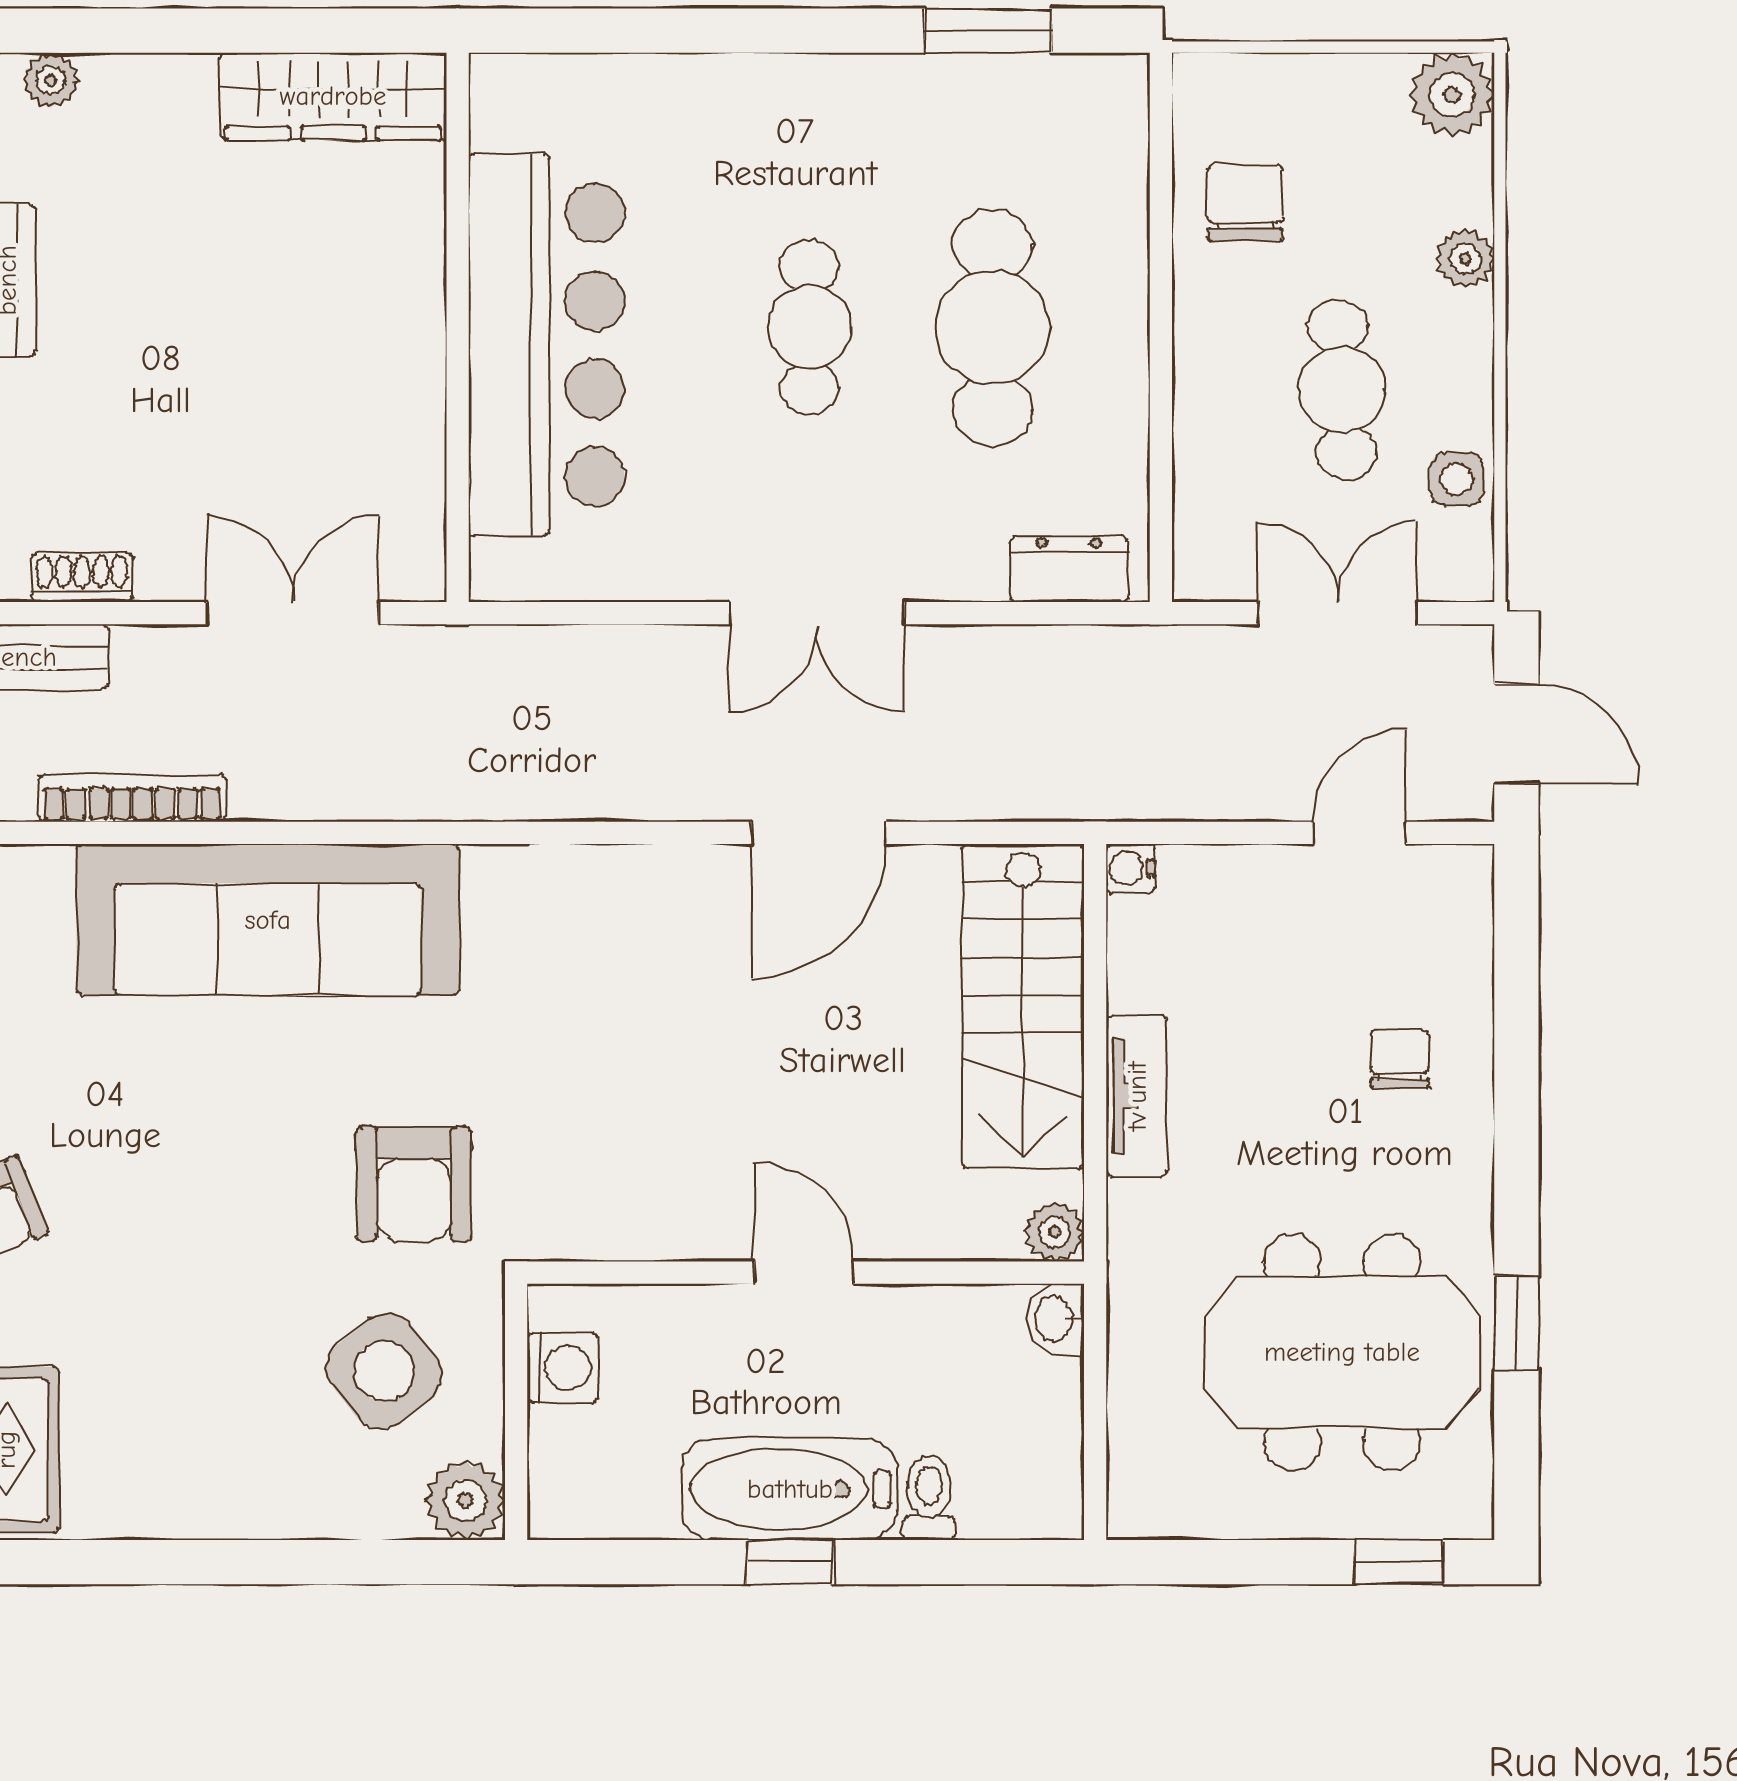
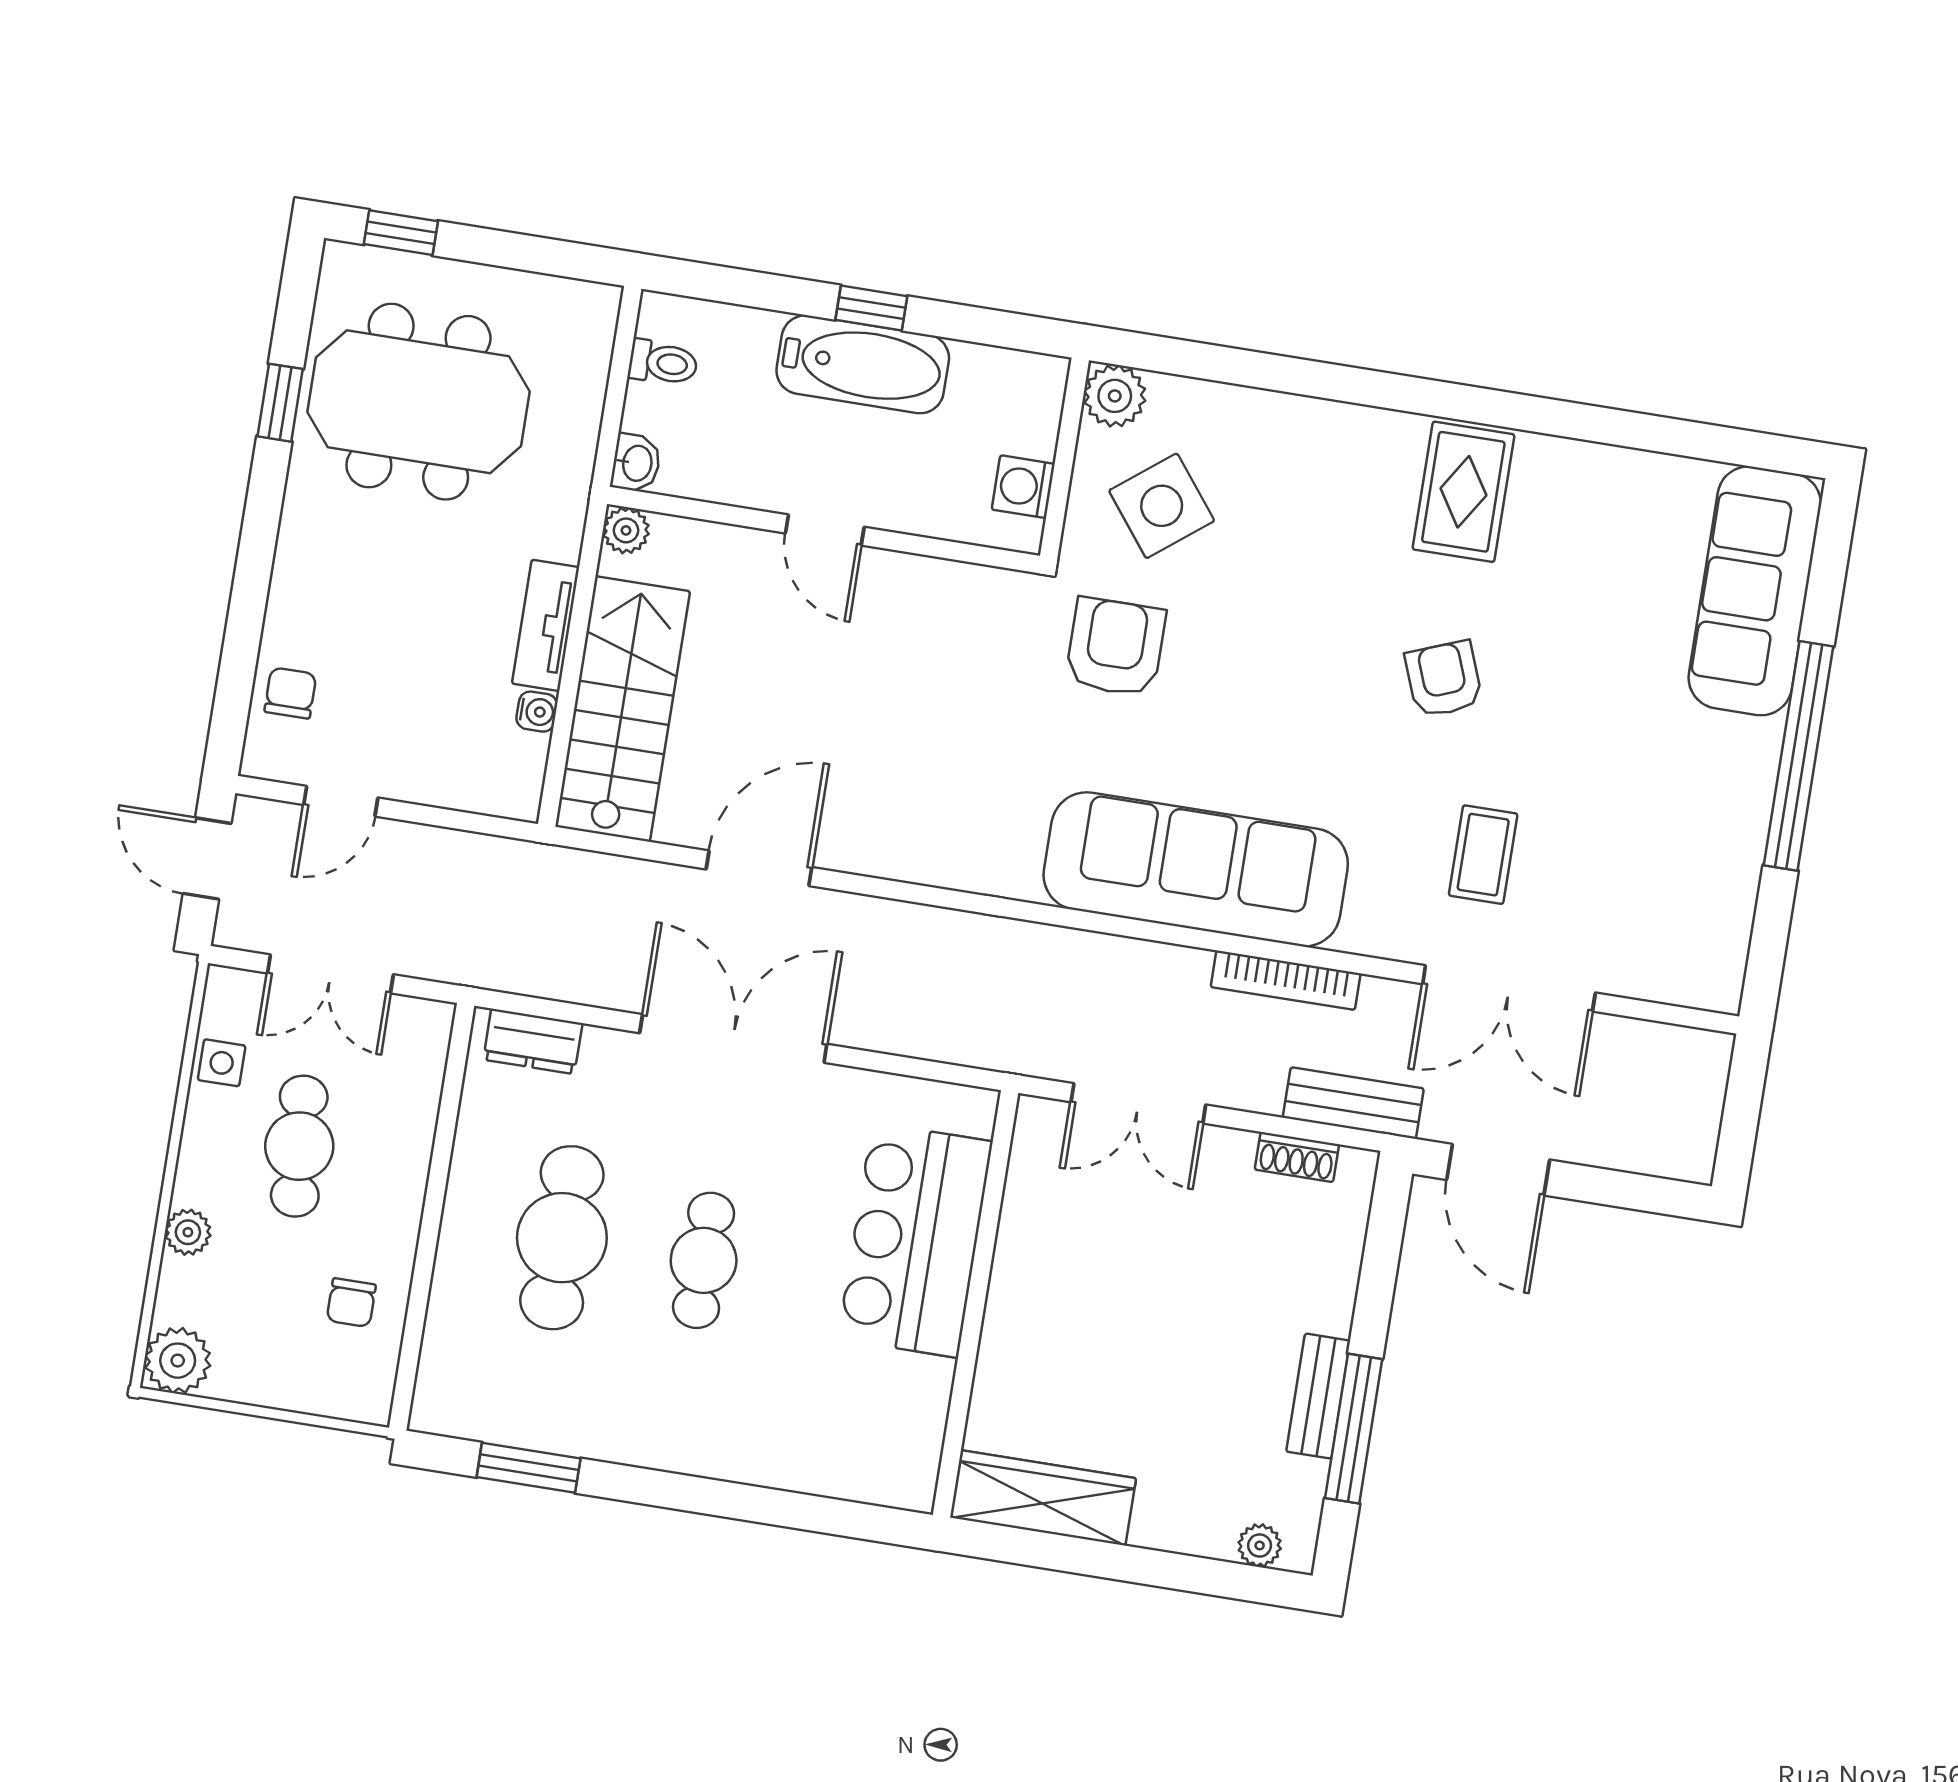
chair: (1245, 203) -> (351, 1303), width x0.73, depth x0.73
bar counter: (546, 345) -> (915, 1240), width x0.73
double door: (817, 613) -> (733, 1038), width x1.37
water cooler: (1130, 868) -> (537, 712), moved
chair: (1400, 1059) -> (290, 693), moved, turned 180
toilet: (929, 1498) -> (663, 363), moved, turned -90

